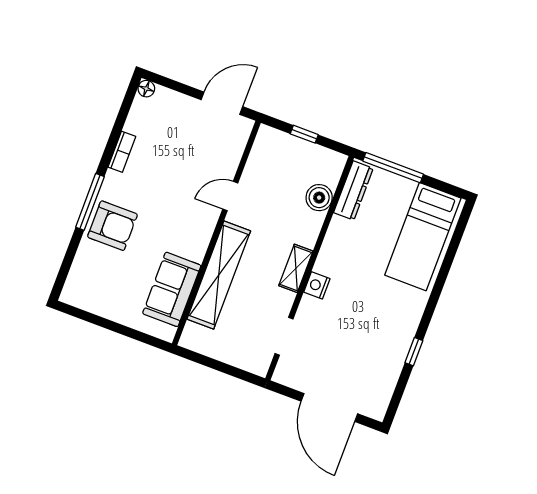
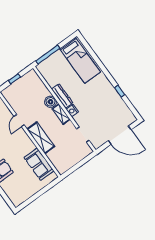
dresser: (353, 190) -> (62, 96), moved
boiler: (319, 198) -> (50, 102), moved
shelving: (219, 275) -> (41, 138), width x0.68

